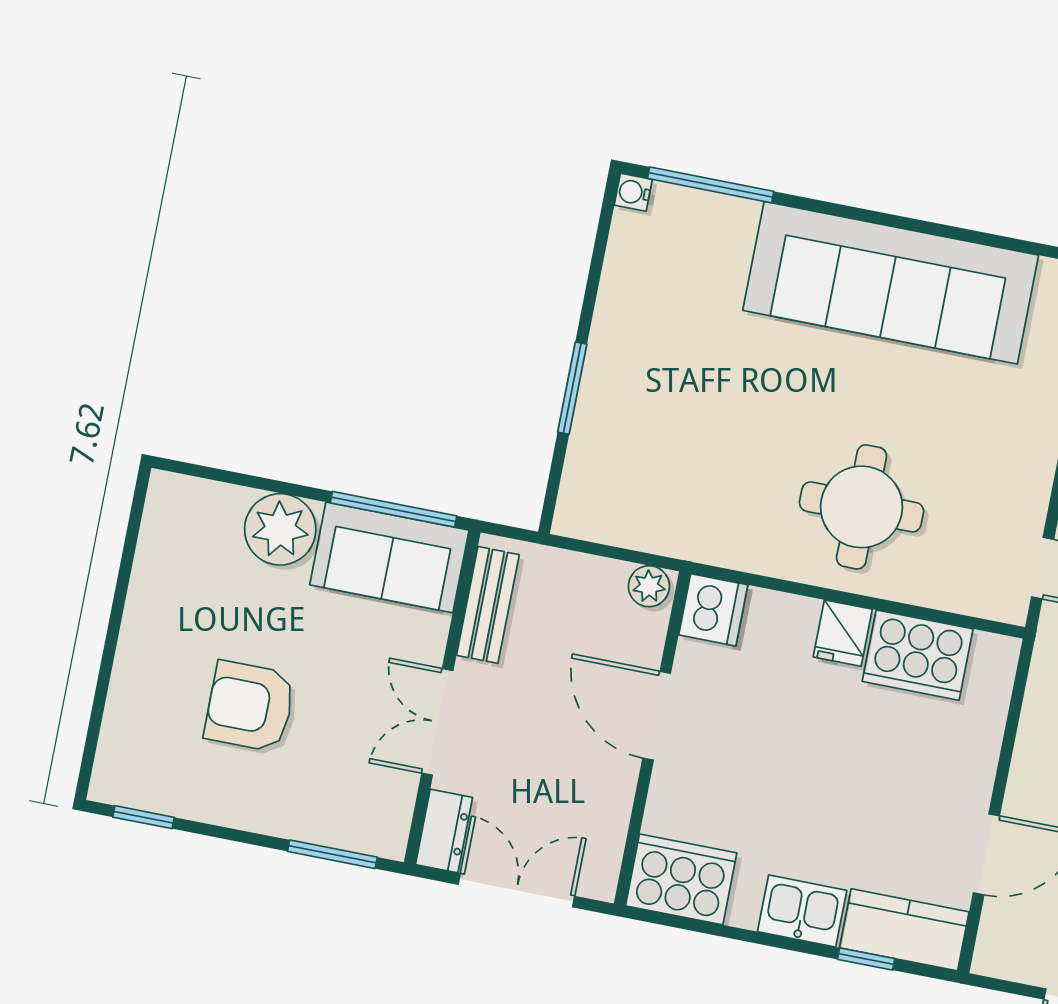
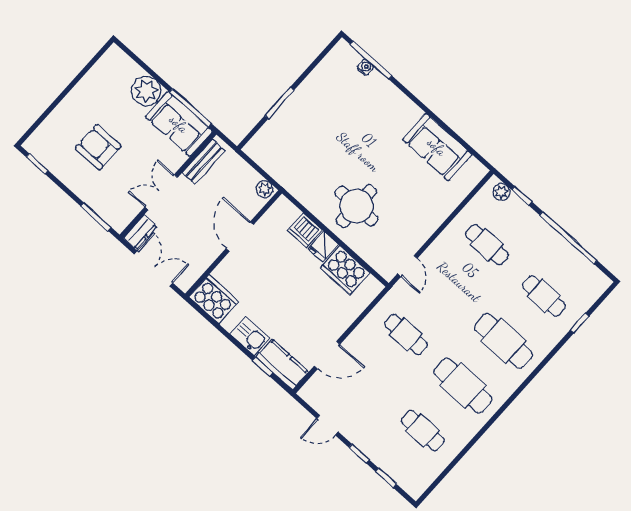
water cooler: (633, 192) -> (365, 67), moved, turned 90
sofa: (891, 283) -> (437, 147), width x0.54, depth x0.79
dishwasher: (713, 610) -> (305, 230), moved, turned 90

